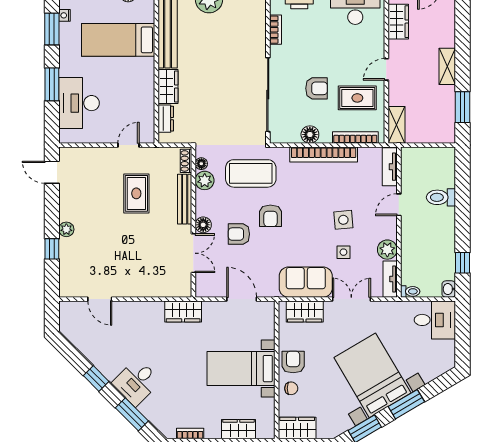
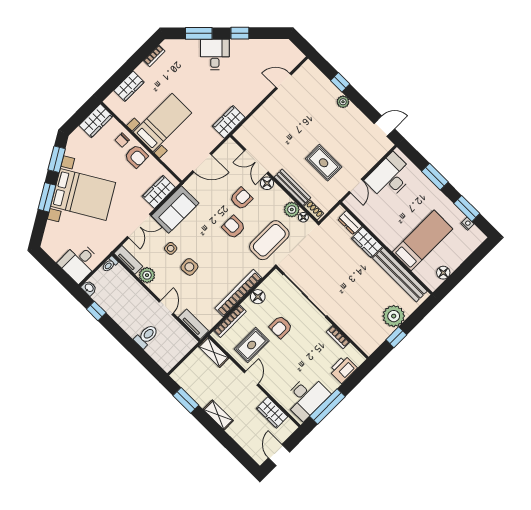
desk: (79, 103) -> (390, 177), moved, turned -90

